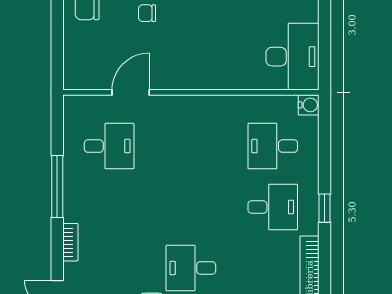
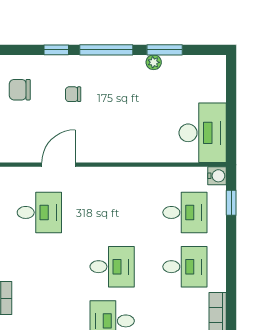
desk: (273, 146) -> (185, 212), turned 180
desk: (191, 207) -> (112, 267), added
window: (325, 208) -> (231, 203), moved

